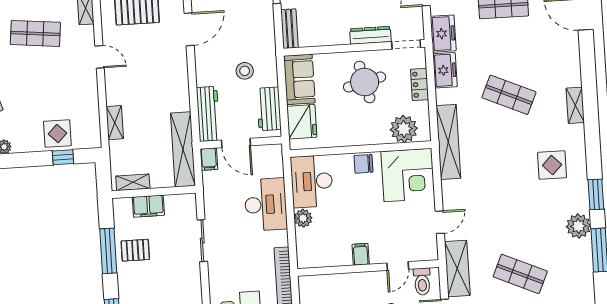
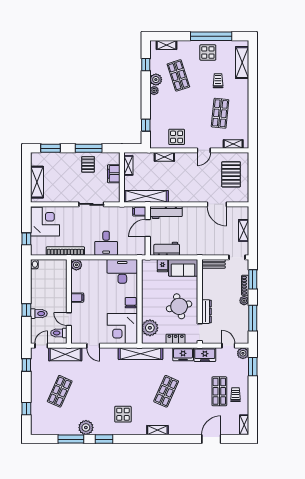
stool: (245, 71) -> (190, 236), removed
fridge: (302, 122) -> (162, 266), width x0.53, depth x0.75
display table: (57, 133) -> (177, 137), moved
desk: (266, 204) -> (106, 243), width x0.73
plant: (303, 218) -> (76, 265), moved

